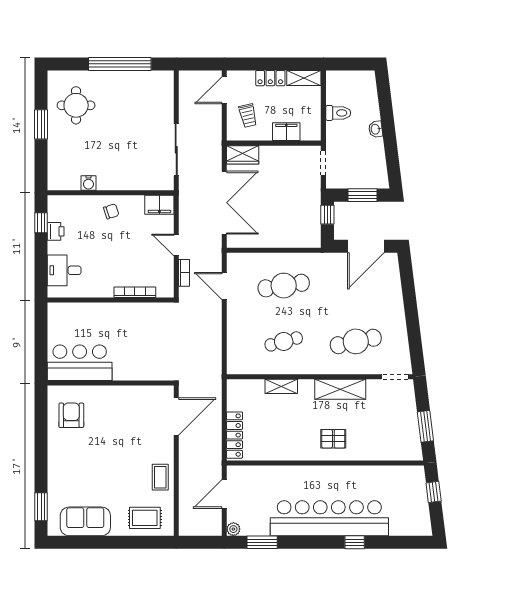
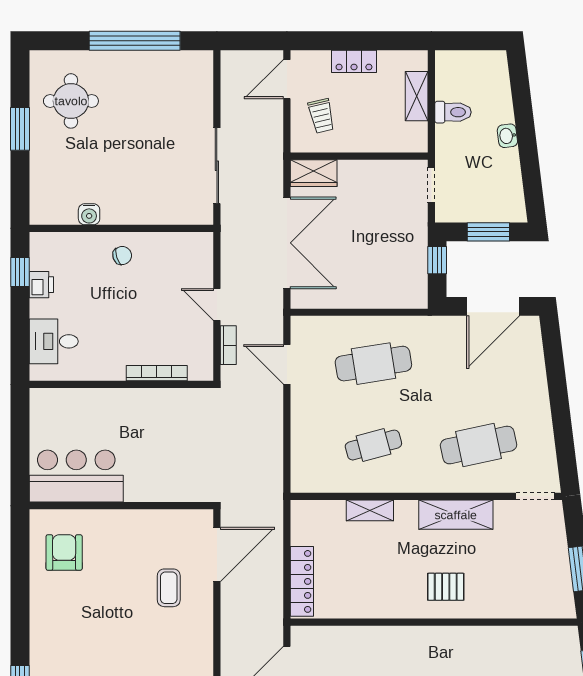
shelving: (304, 78) -> (417, 96), moved, turned 90
filing cabinet: (286, 132) -> (377, 139), removed
filing cabinet: (159, 205) -> (192, 246), removed
coffee table: (160, 477) -> (169, 588), moved

